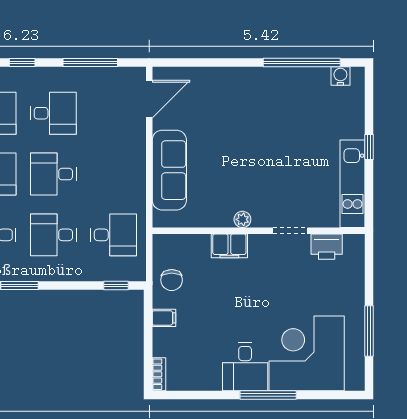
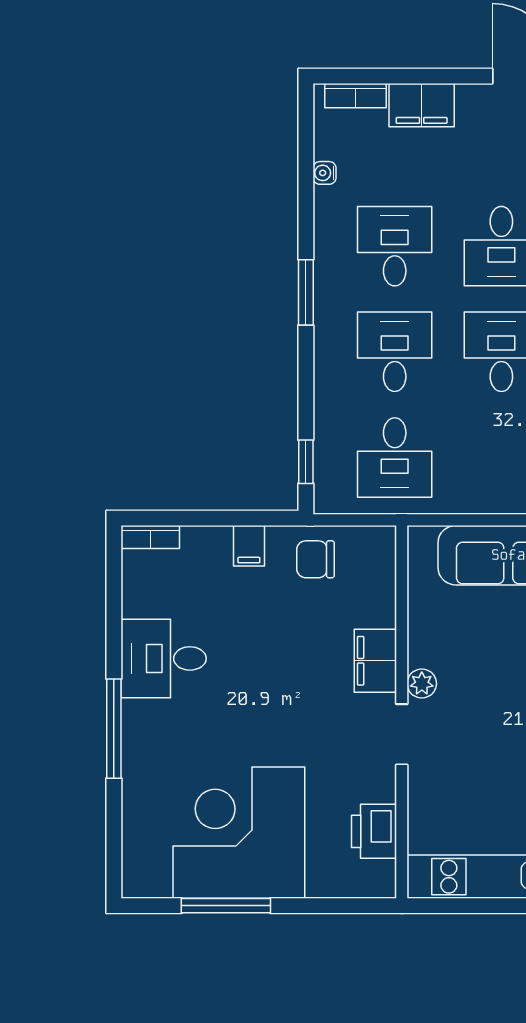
doorway: (290, 231) -> (402, 734), moved
corner desk: (307, 353) -> (239, 833), moved, turned -90
desk: (245, 367) -> (164, 658), moved

